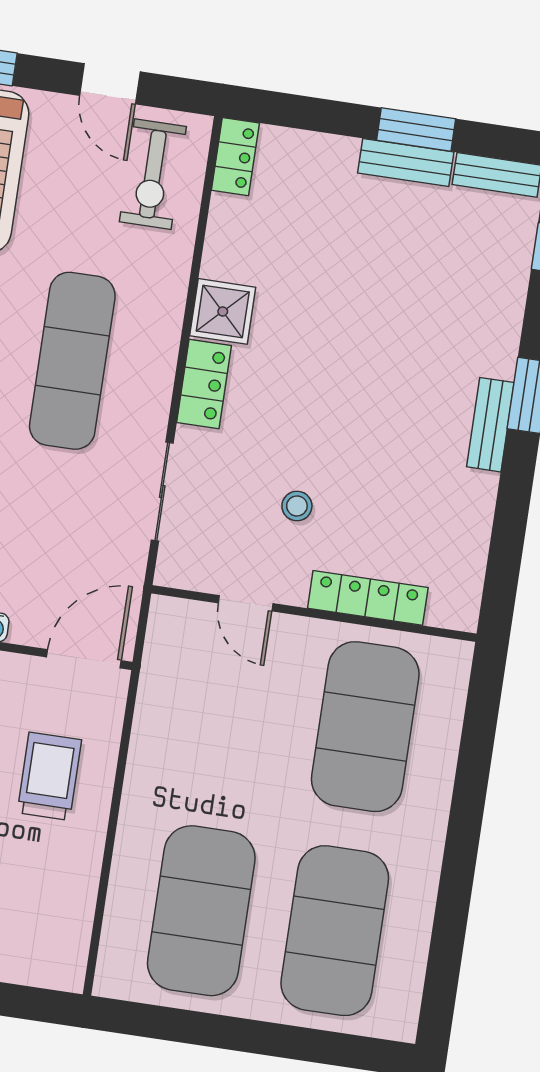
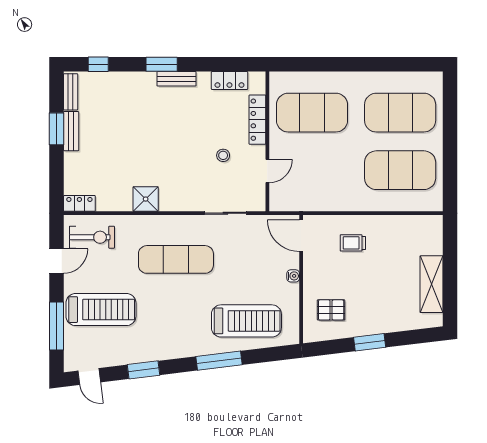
locker: (204, 384) -> (229, 81), moved, turned 180
trolley: (49, 776) -> (353, 243), width x0.73, depth x0.72

